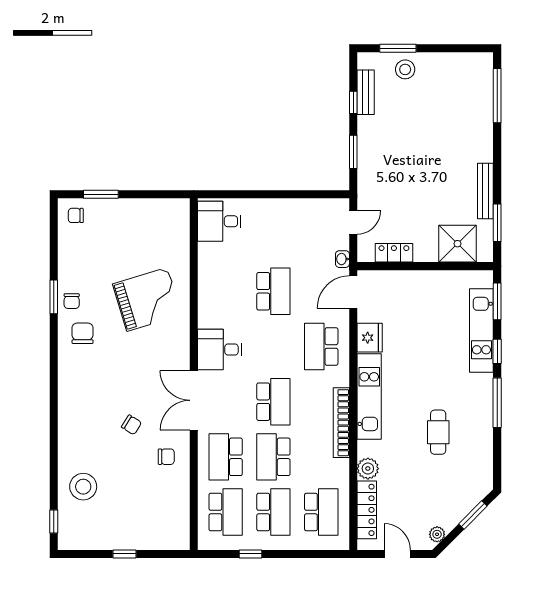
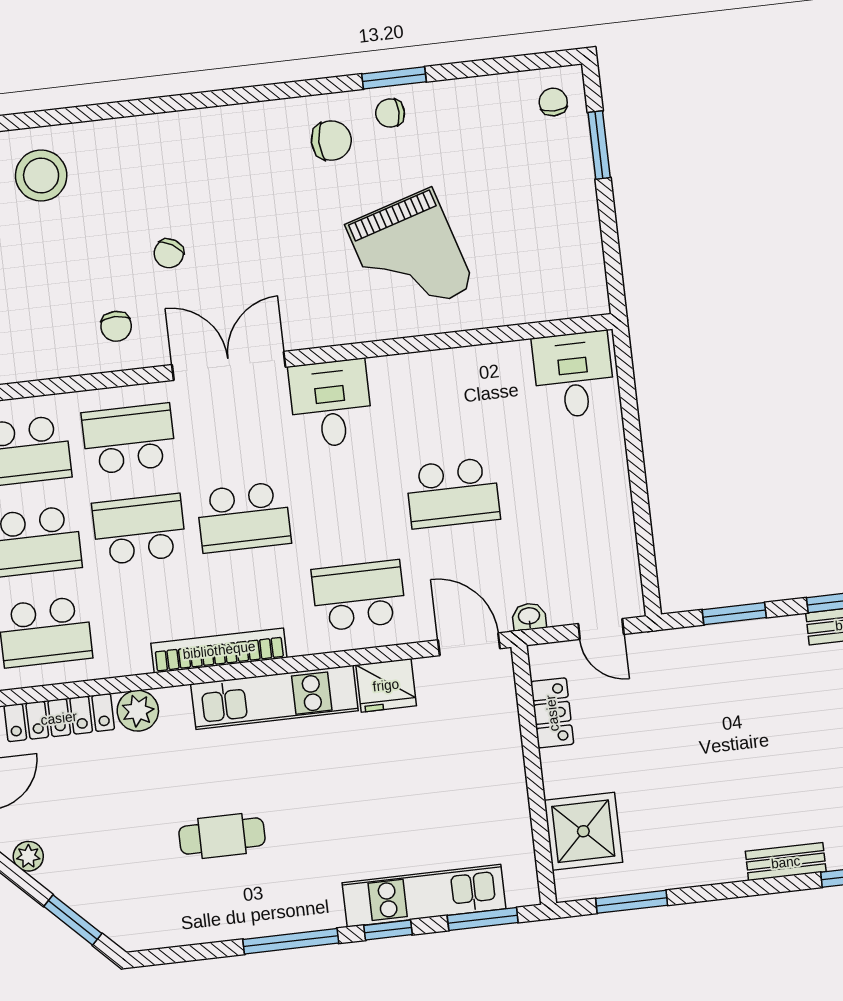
bench: (485, 191) -> (786, 862), moved, width x0.73

